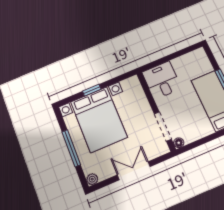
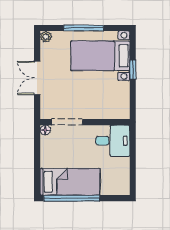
bed with nightstands: (99, 119) -> (100, 56), width x0.73
double door: (134, 171) -> (37, 78), swing flipped

